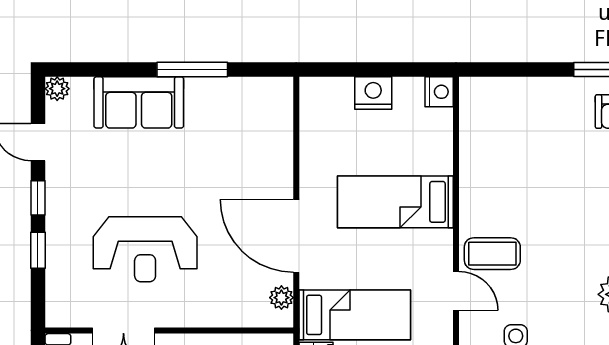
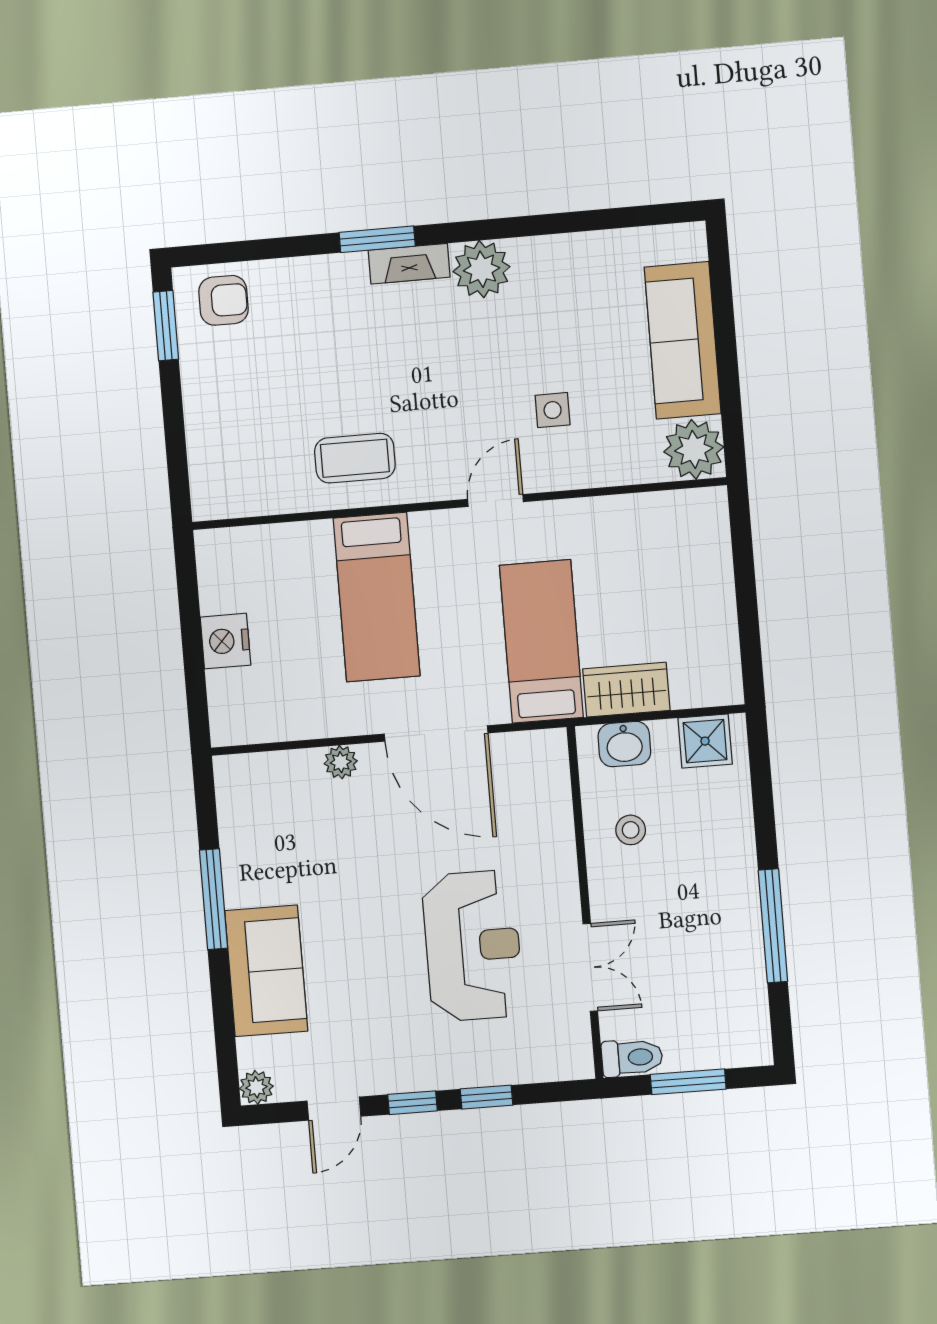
nightstand: (439, 92) -> (216, 548), removed
door: (296, 236) -> (436, 733), hinge flipped
coffee table: (492, 254) -> (355, 458), moved, turned 90
plant: (281, 298) -> (341, 762), moved

